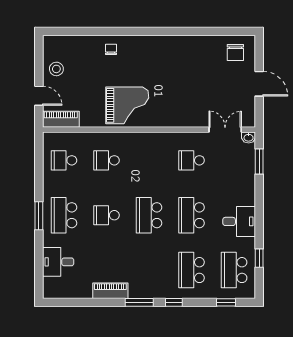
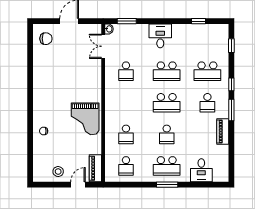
grand piano: (127, 105) -> (85, 119), turned 180
desk: (239, 221) -> (160, 36), moved
school desk: (234, 270) -> (207, 103), moved, width x0.54

